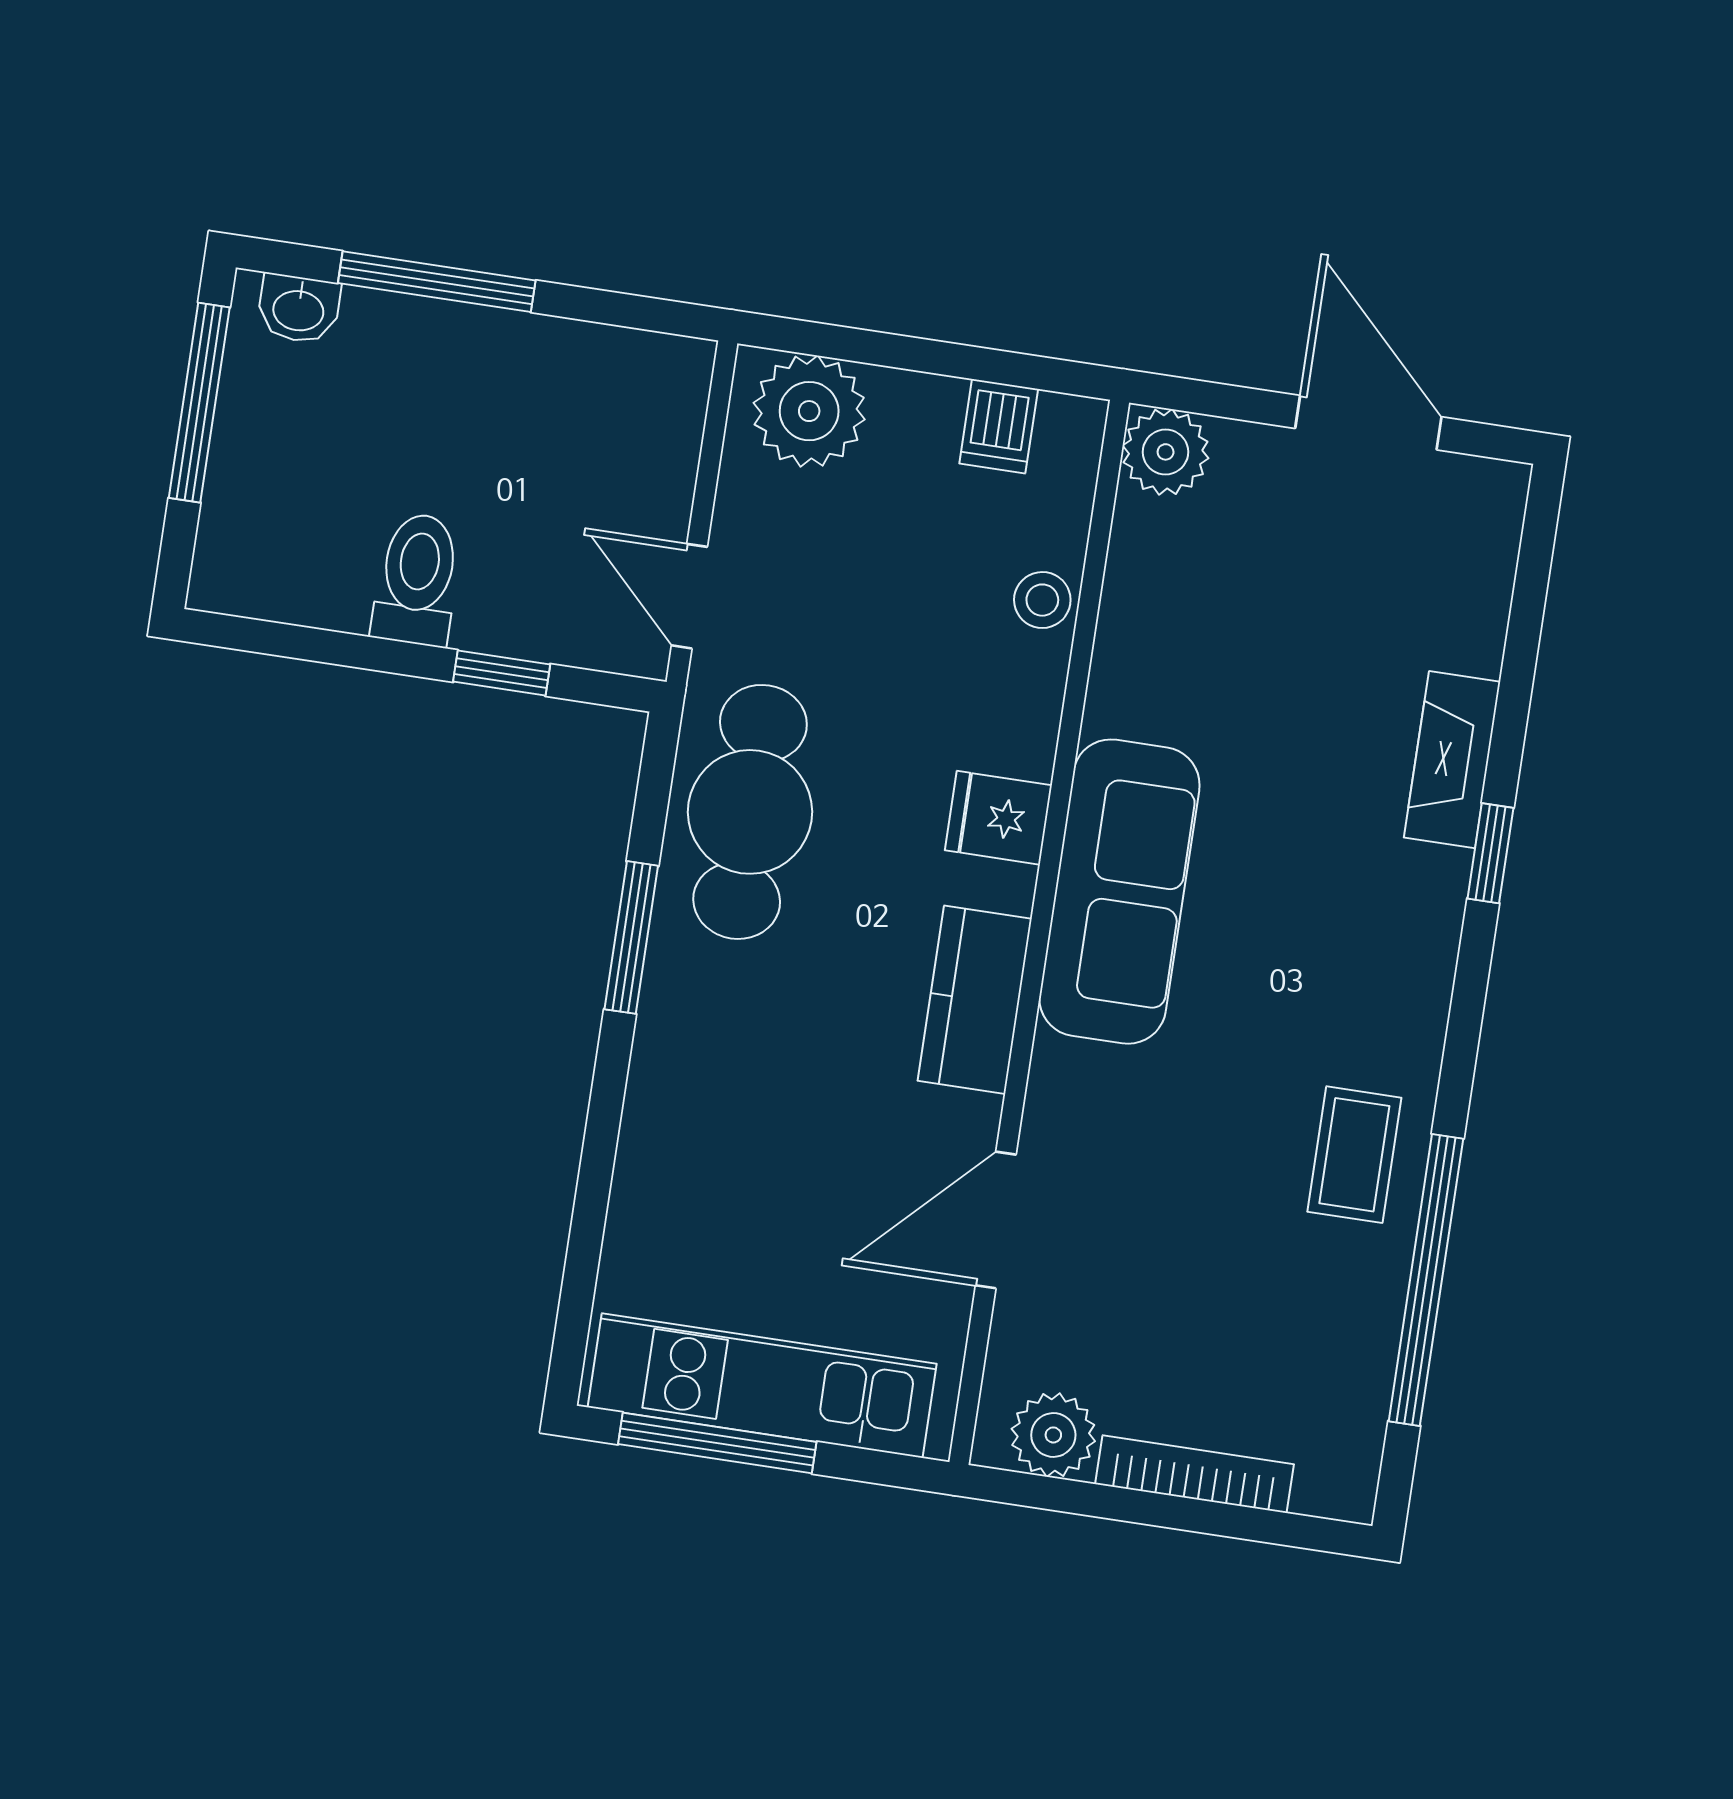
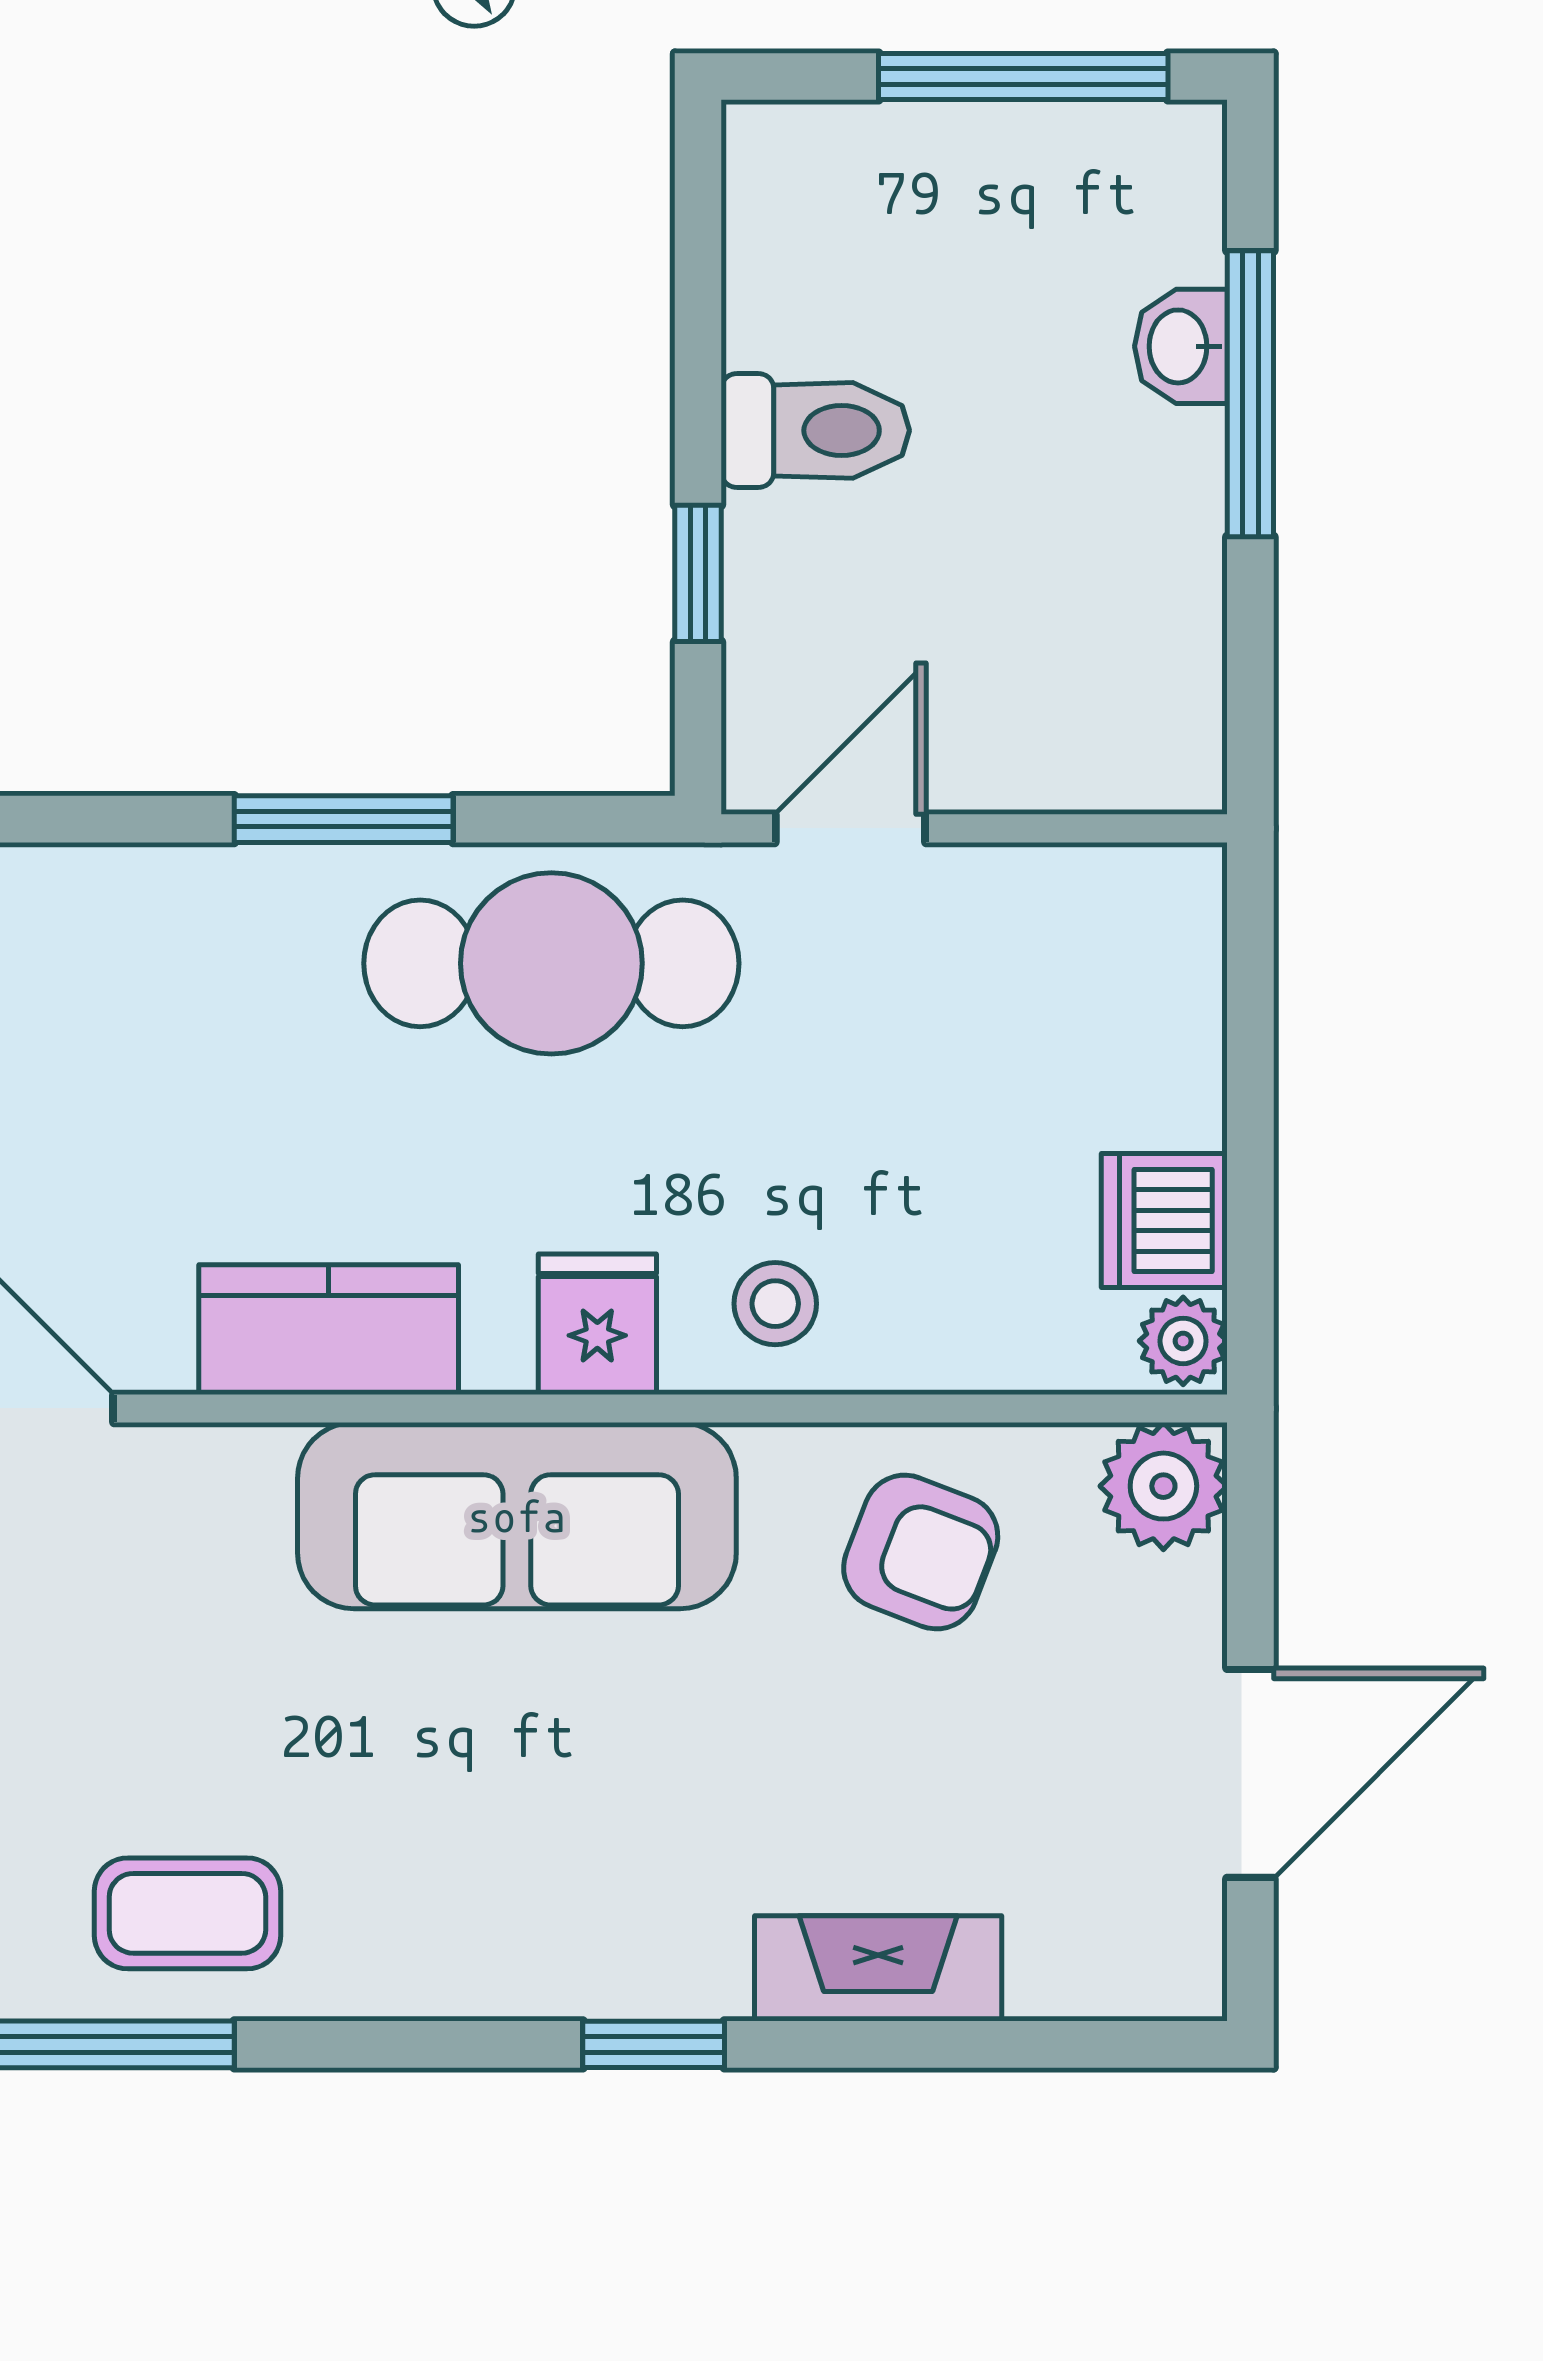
washbasin: (299, 309) -> (1181, 346), moved
plant: (809, 411) -> (1183, 1341), moved, width x0.53, depth x0.53
dishwasher: (999, 426) -> (1164, 1221), width x1.38
stool: (1042, 600) -> (775, 1304), moved
armchair: (1185, 623) -> (921, 1552), added
fireplace: (1452, 760) -> (878, 1968), moved

